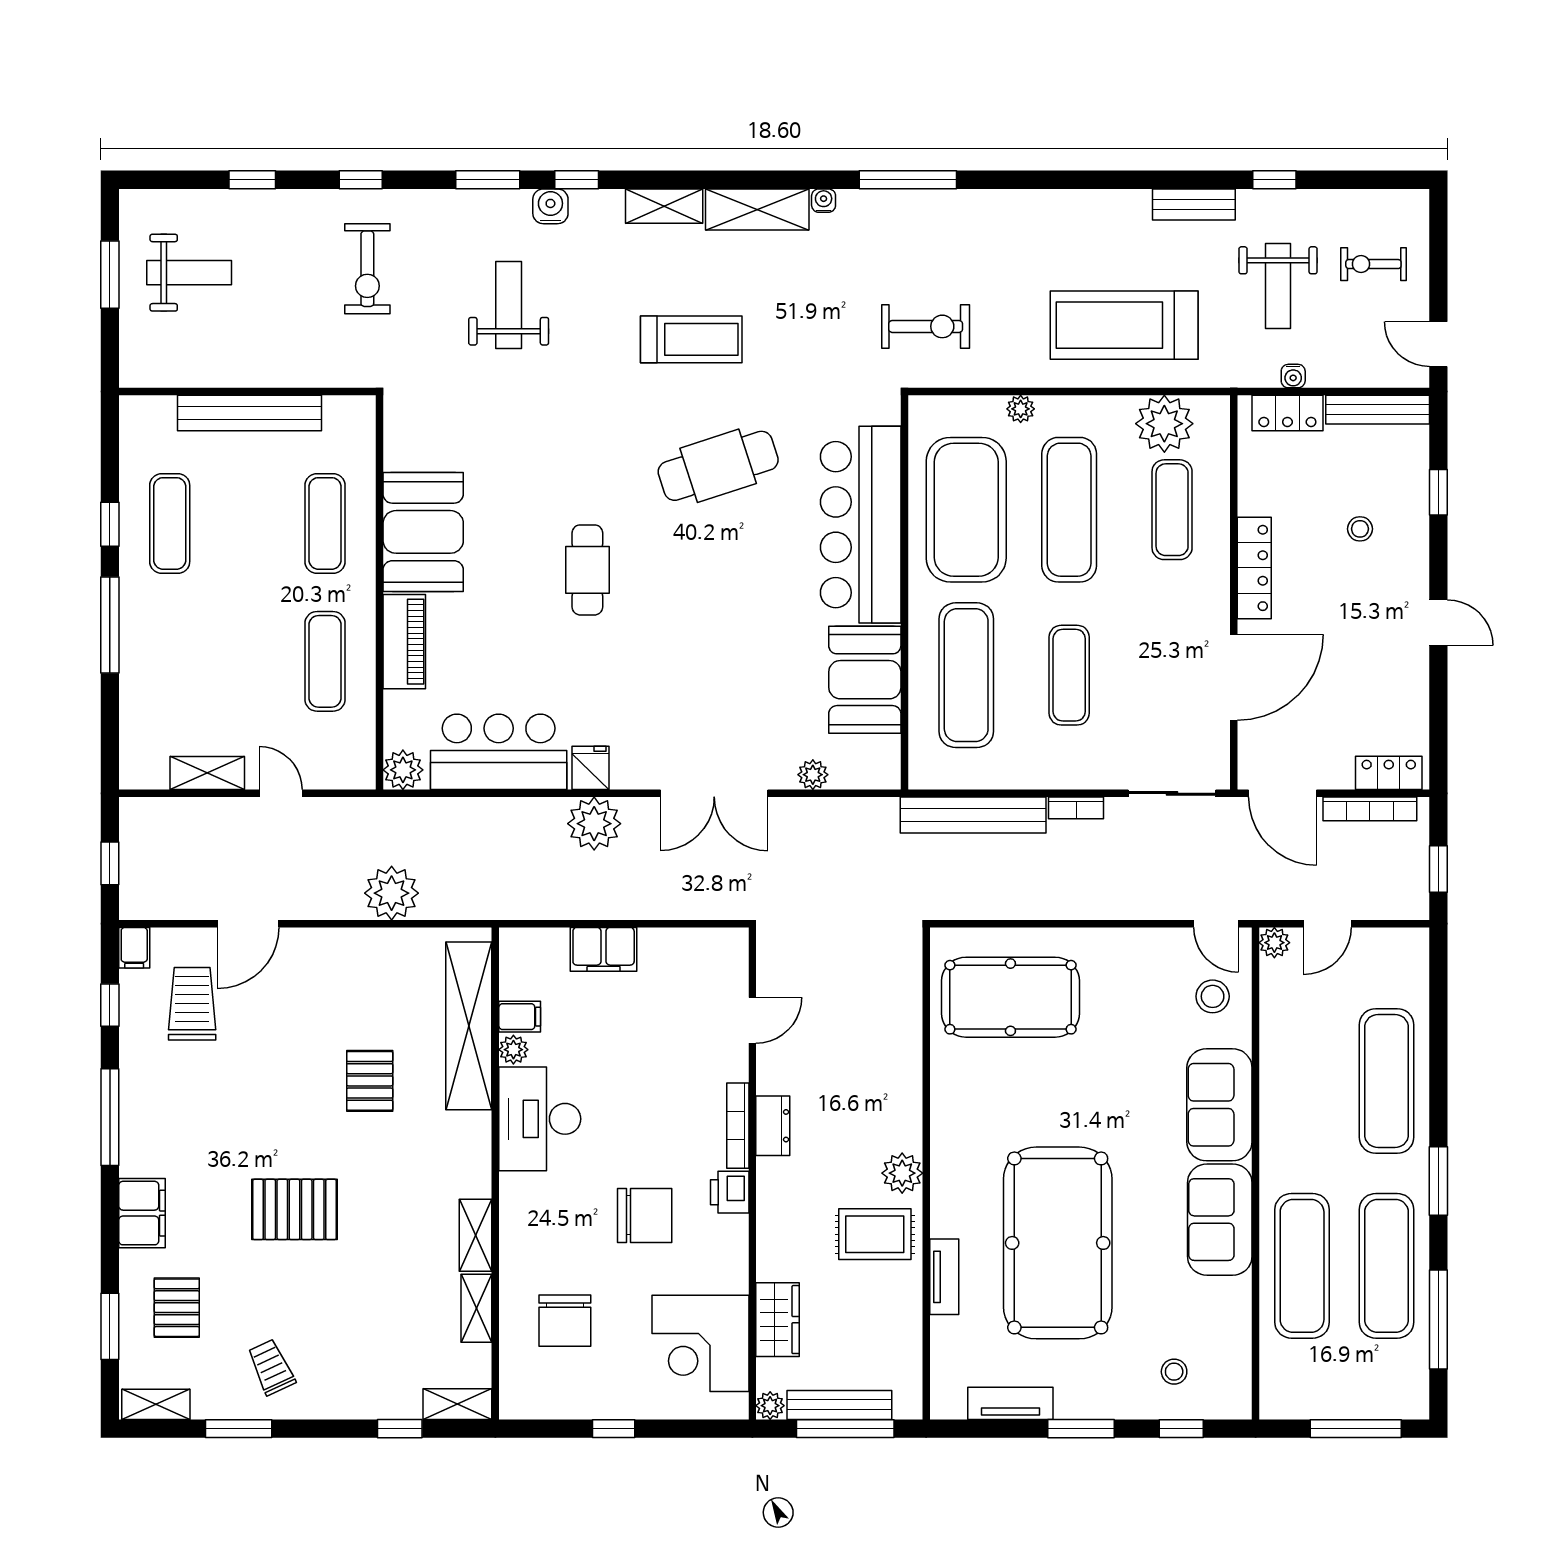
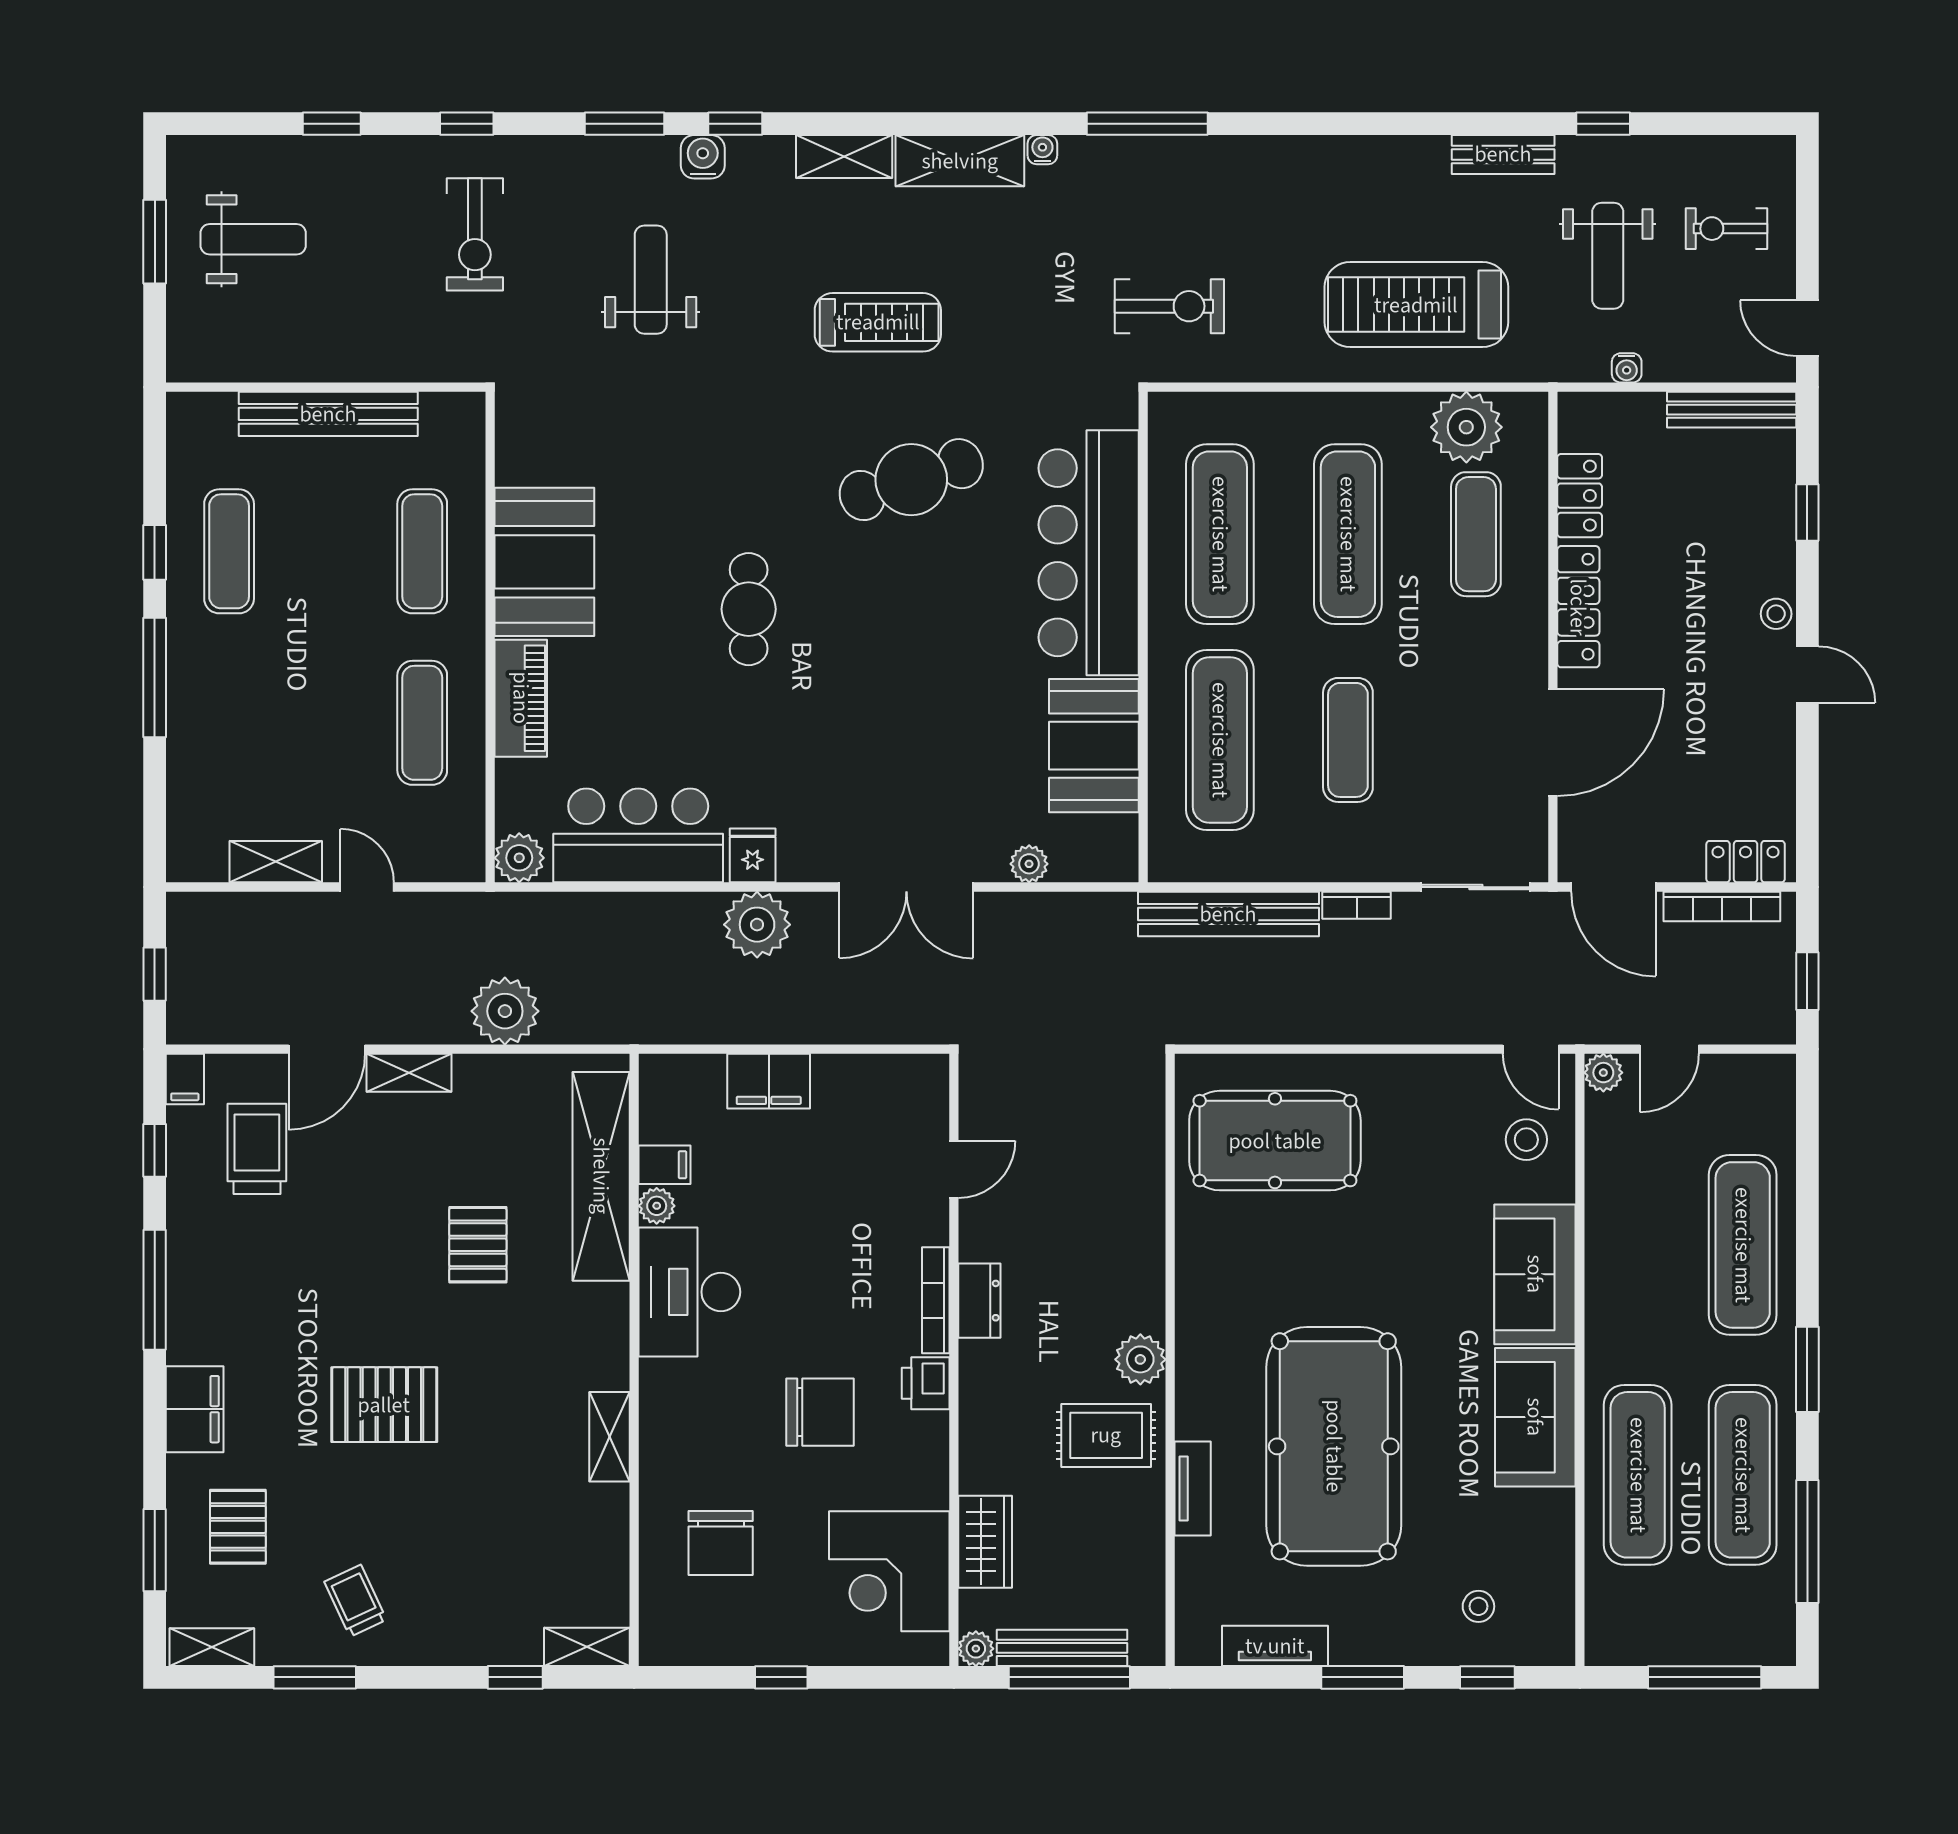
plant: (1021, 409) -> (1288, 409), removed
locker: (1287, 413) -> (1580, 496), moved, turned -90
exercise mat: (966, 510) -> (1220, 534), width x0.68
stool: (1360, 529) -> (1776, 614), moved
shelving: (476, 1308) -> (409, 1073), moved, turned 90

